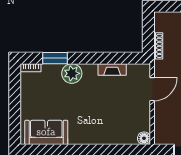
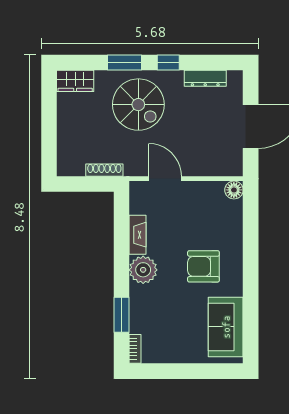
plant: (72, 73) -> (143, 270), moved
armchair: (89, 117) -> (203, 266), added

